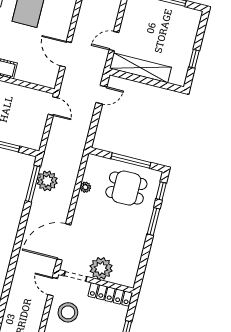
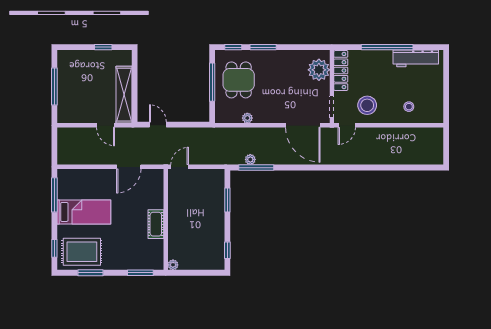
plant: (47, 181) -> (250, 159), width x0.53, depth x0.53
plant: (101, 268) -> (319, 70), moved

